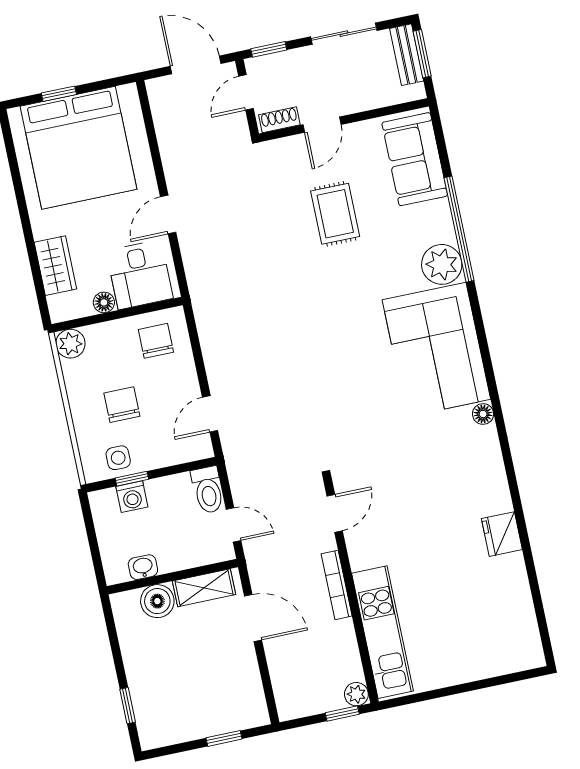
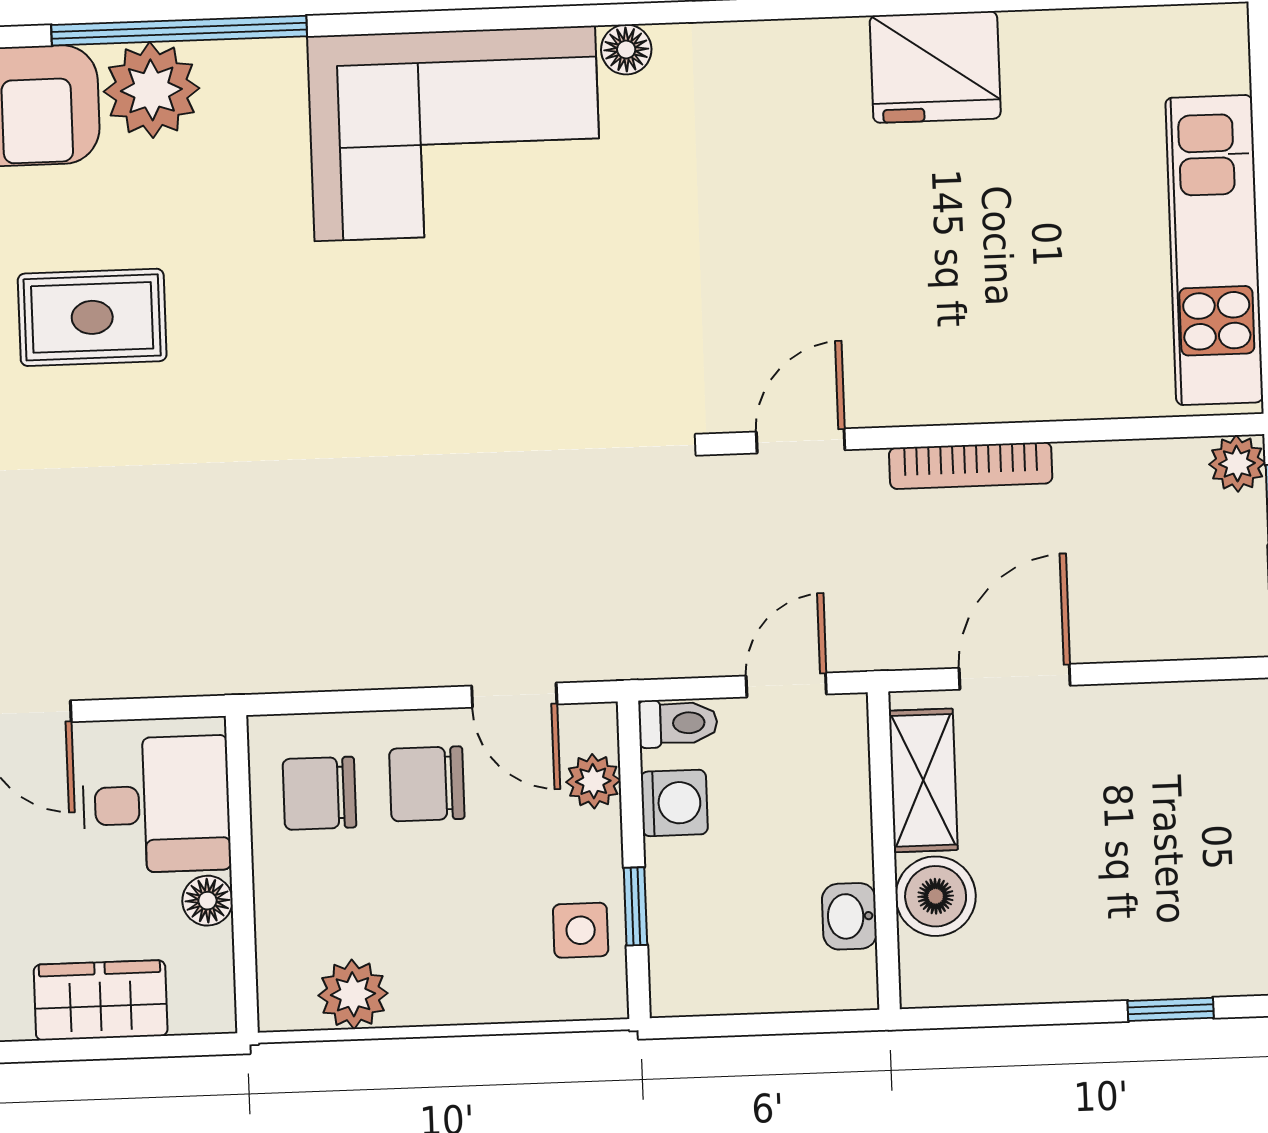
plant: (442, 264) -> (151, 90), moved
plant: (70, 344) -> (353, 994), moved
chair: (122, 405) -> (427, 784), moved
plant: (180, 452) -> (593, 781), added
toilet: (208, 490) -> (678, 723), width x0.73, depth x0.72
washing machine: (132, 497) -> (674, 803), moved
door: (335, 513) -> (801, 441), hinge flipped
fridge: (502, 534) -> (935, 67), width x1.36, depth x1.34
kitchen unit: (382, 632) -> (1214, 250), moved, turned -90

